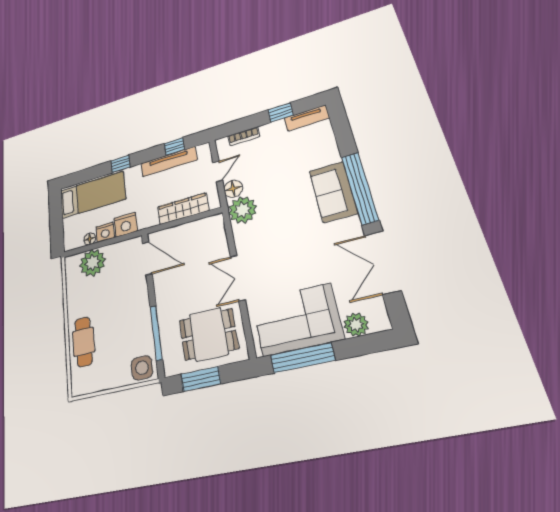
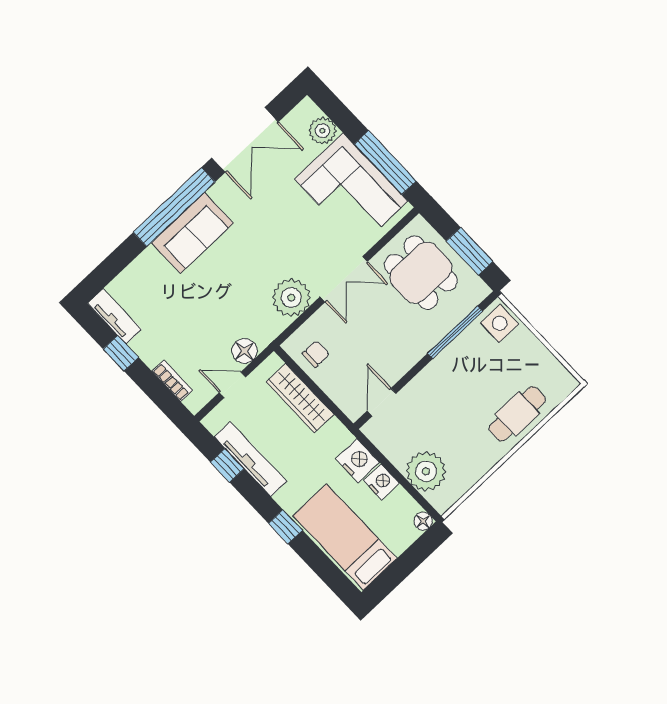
plant: (243, 210) -> (291, 298), moved
chair: (202, 233) -> (316, 354), added
floor lamp: (90, 239) -> (423, 521), moved
door: (147, 258) -> (382, 402), width x0.73

